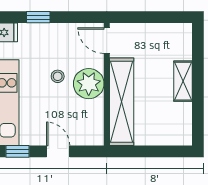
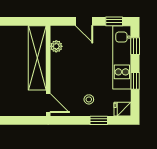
stool: (58, 76) -> (89, 99), moved
plant: (89, 84) -> (56, 46), moved, width x0.53, depth x0.53

